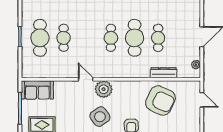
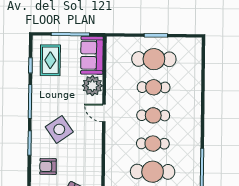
cafe table: (87, 38) -> (153, 115), added
door: (86, 79) -> (104, 113), swing flipped
plant: (104, 89) -> (92, 86), moved

